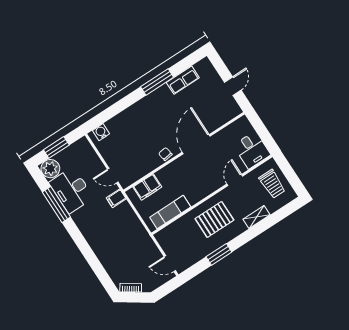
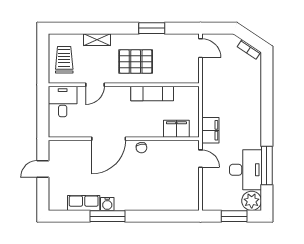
water cooler: (101, 132) -> (107, 204), moved
filing cabinet: (116, 198) -> (210, 130), width x2.00
exam couch: (170, 212) -> (152, 94), moved

